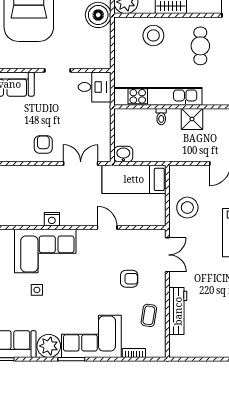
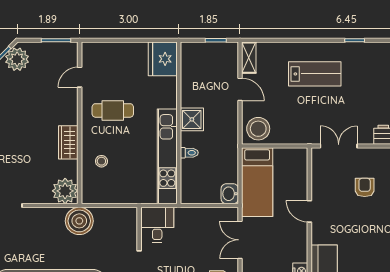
stool: (153, 35) -> (101, 161), width x0.53, depth x0.53
stool: (187, 208) -> (258, 129), moved
door: (107, 228) -> (309, 211), hinge flipped

